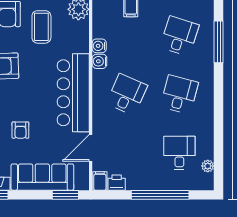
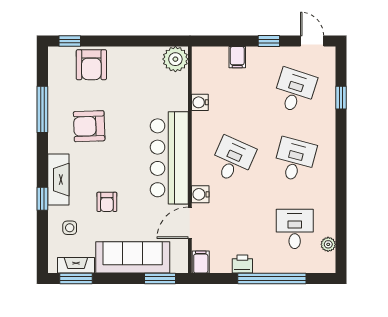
coffee table: (41, 27) -> (132, 80), removed
window: (219, 42) -> (341, 98), width x0.46
water cooler: (99, 61) -> (200, 194), moved
printer: (117, 183) -> (242, 264), moved

